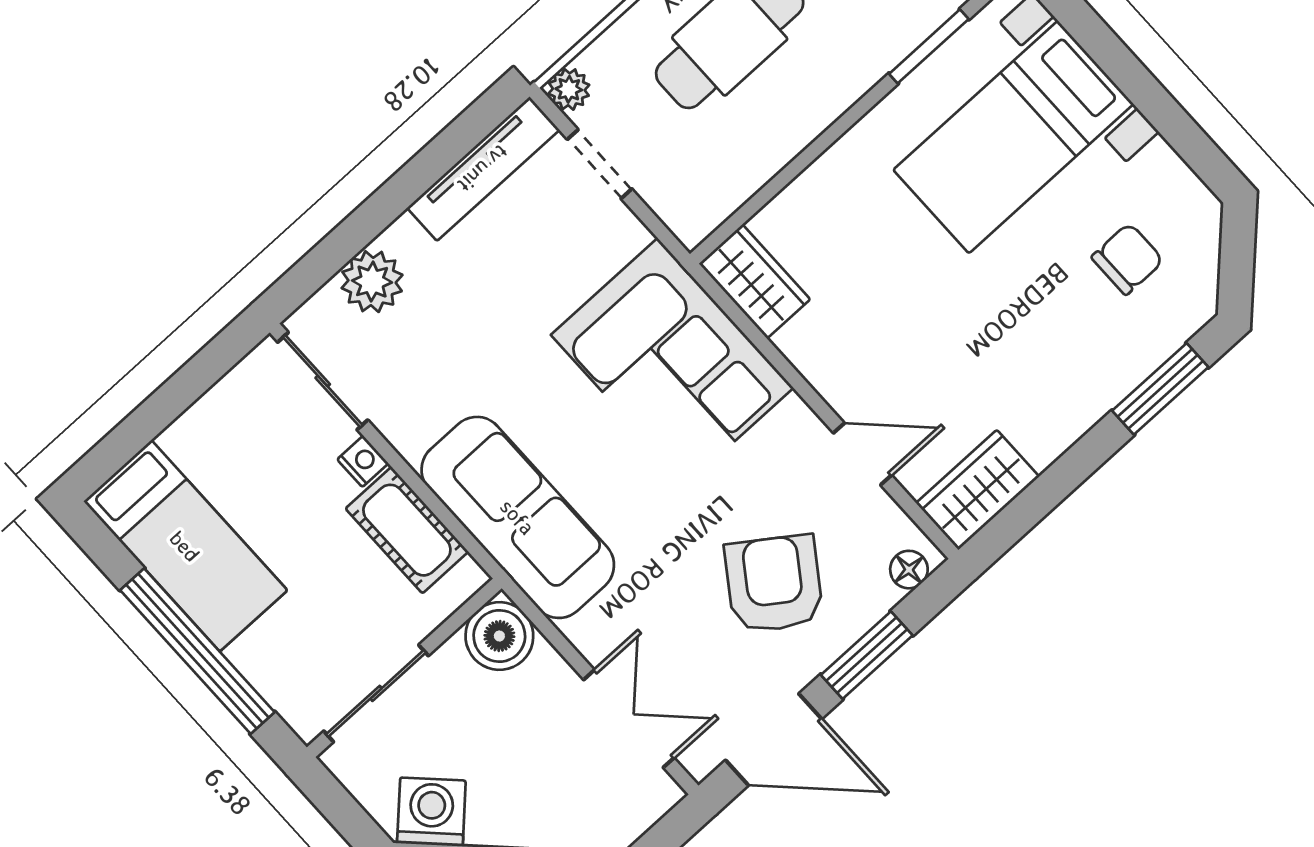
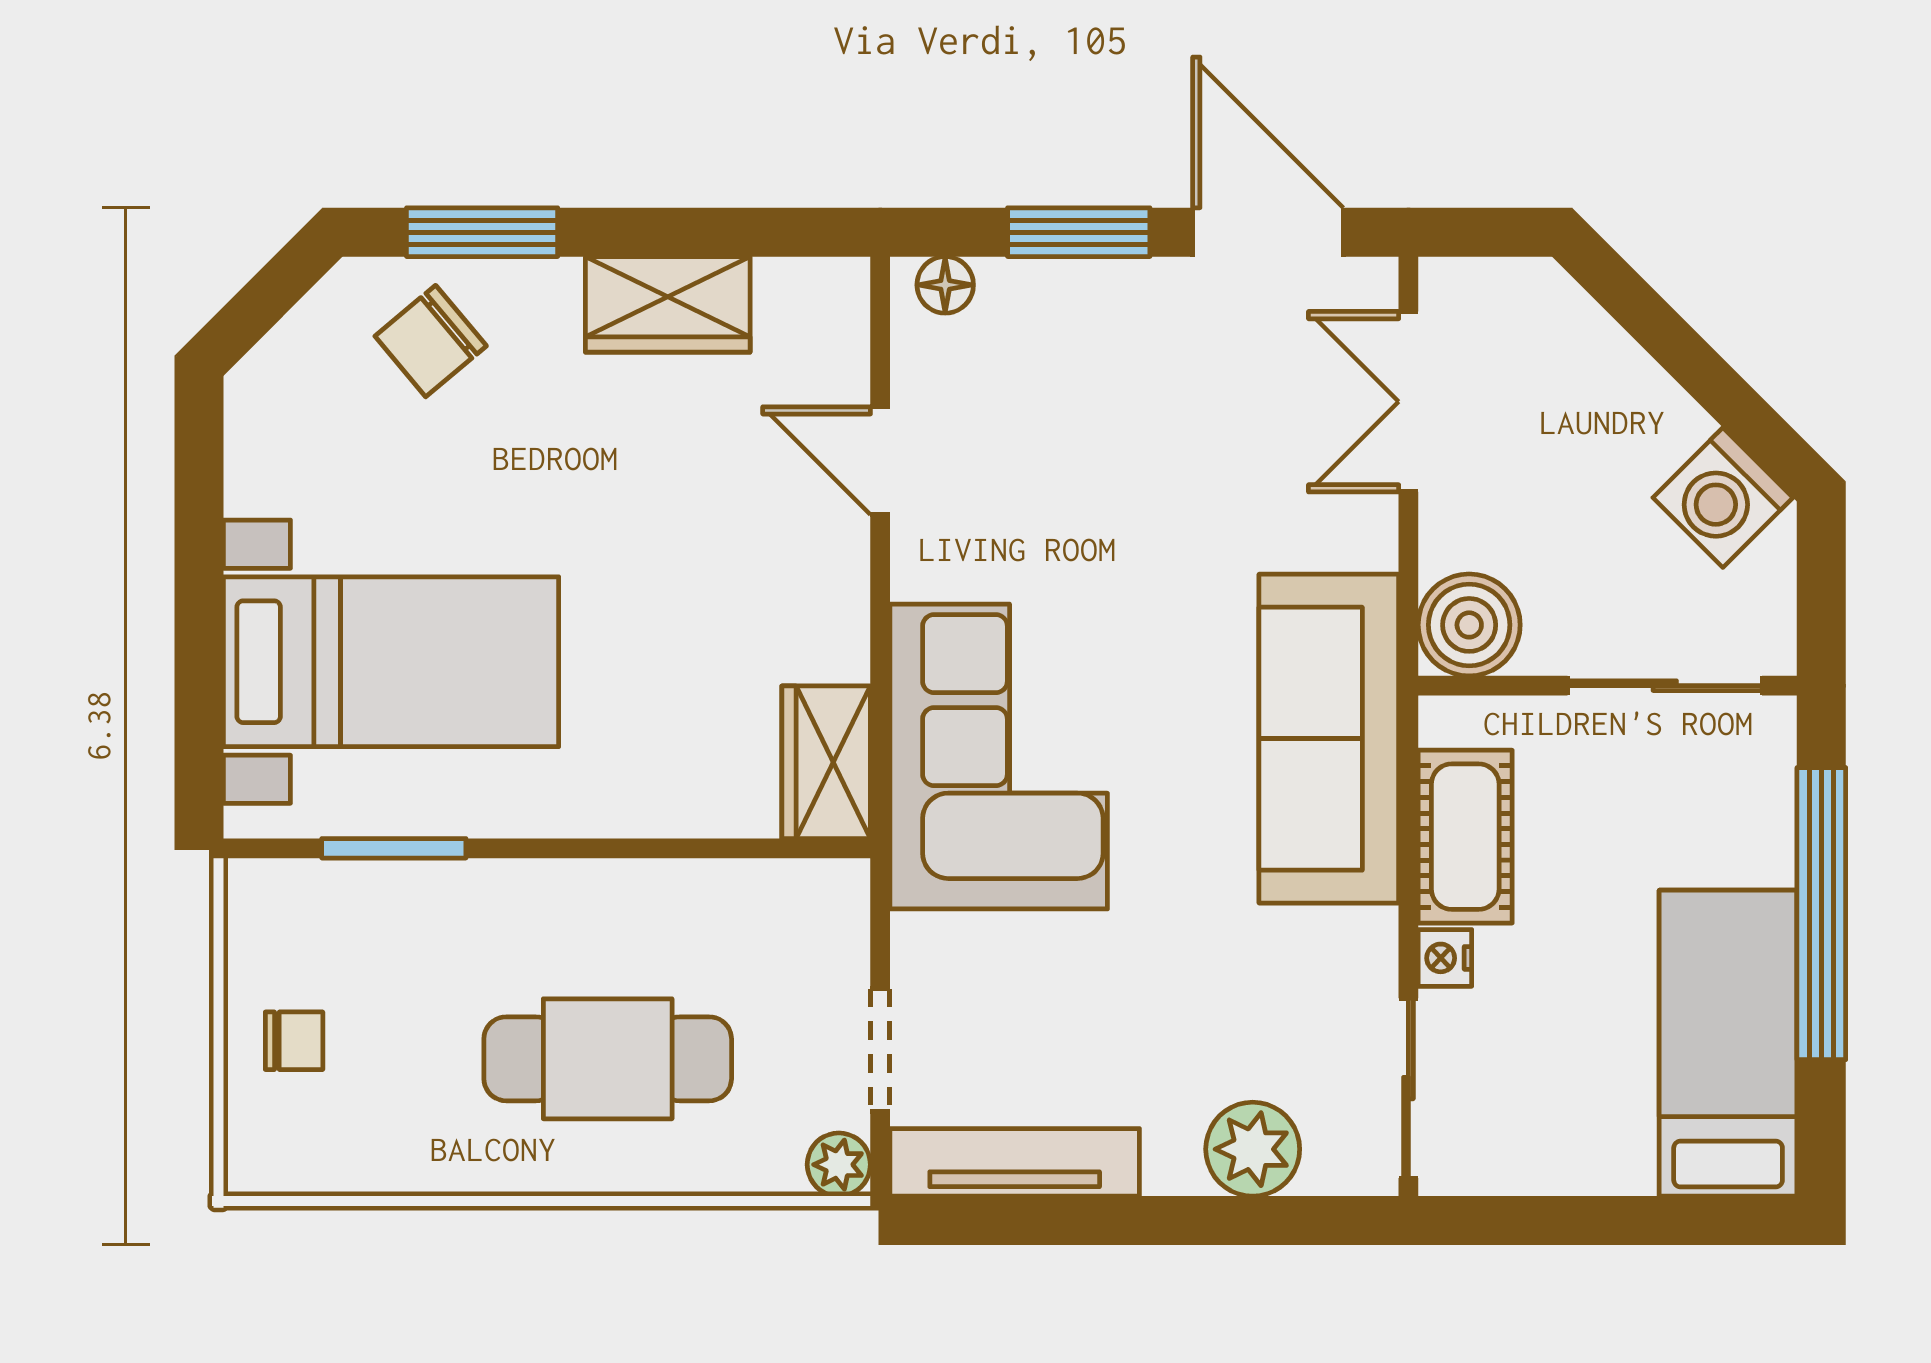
chair: (1128, 259) -> (431, 341), moved, turned -40
wardrobe: (978, 490) -> (668, 304), moved
armchair: (774, 584) -> (1110, 406), removed

